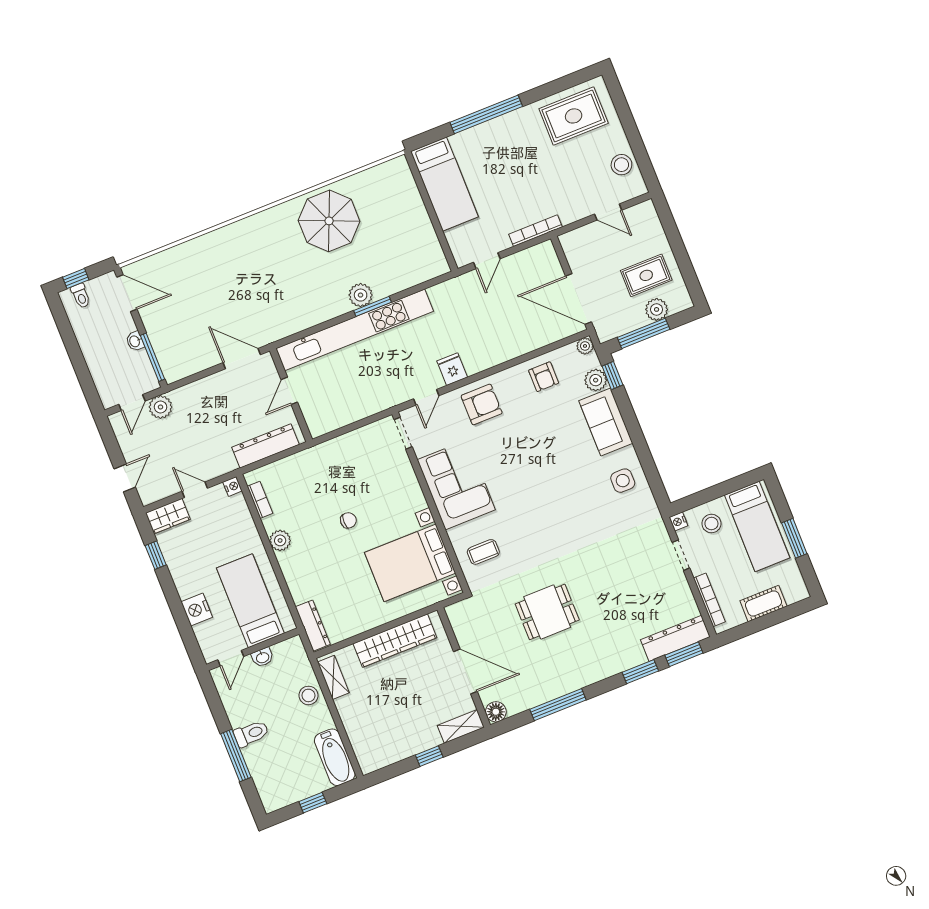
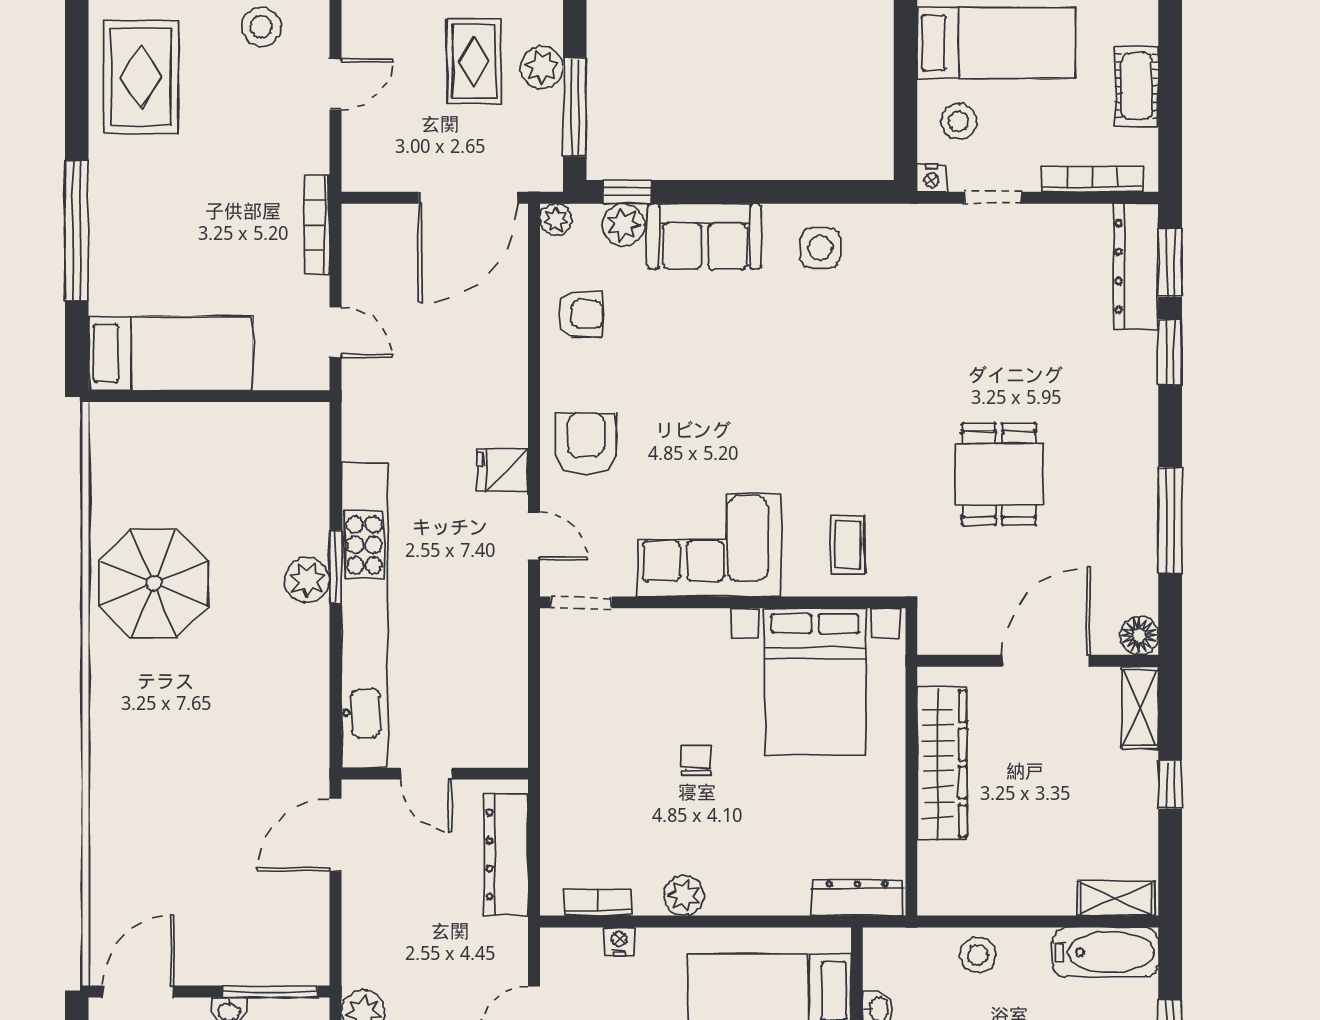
nightstand: (233, 486) -> (619, 941), moved
shelving: (333, 677) -> (1116, 898), moved

